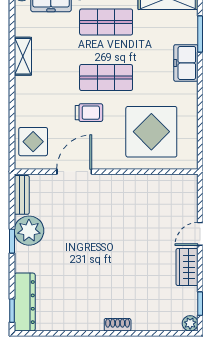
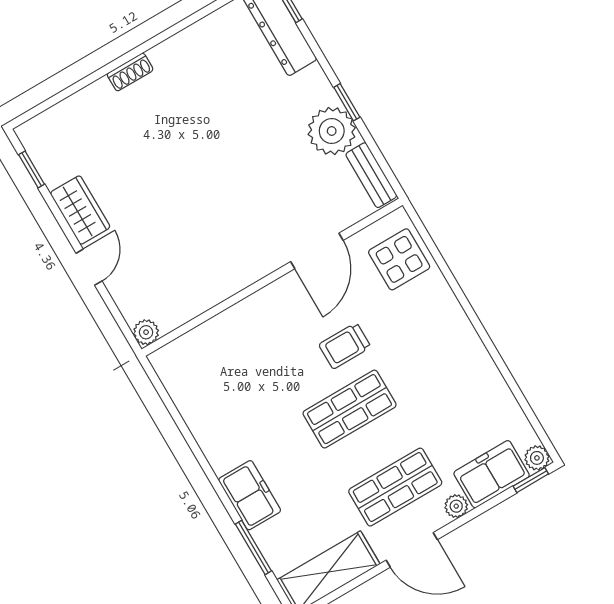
shelving: (23, 56) -> (484, 371), removed
display table: (151, 132) -> (241, 370), removed
plant: (190, 323) -> (146, 332), moved

